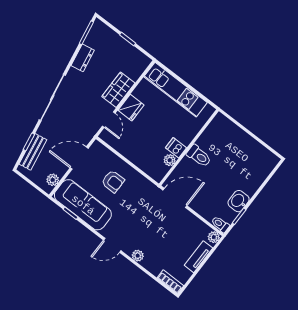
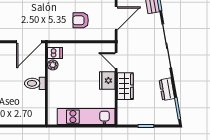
dishwasher: (176, 148) -> (55, 53), moved

